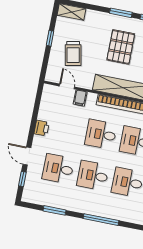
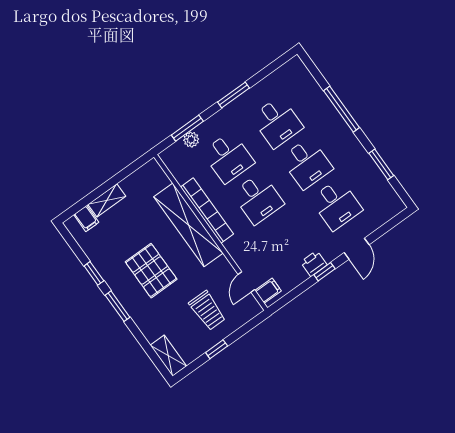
pallet: (121, 47) -> (151, 271), turned 90
trolley: (73, 53) -> (207, 311), turned 101
filing cabinet: (80, 98) -> (268, 291), moved
window: (22, 179) -> (324, 272), moved

